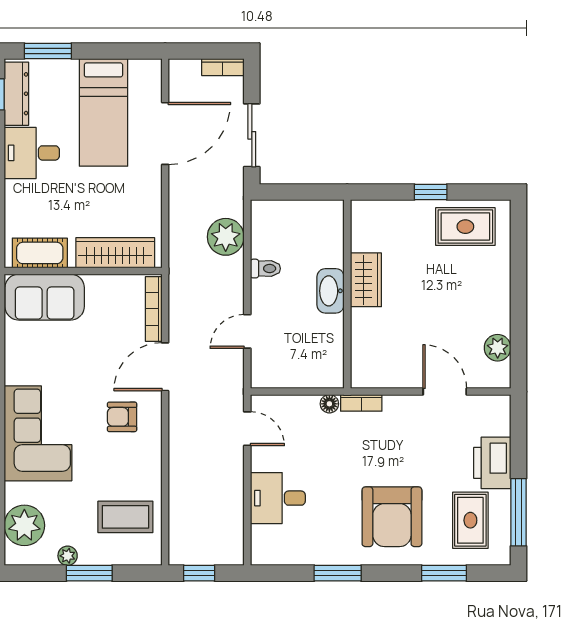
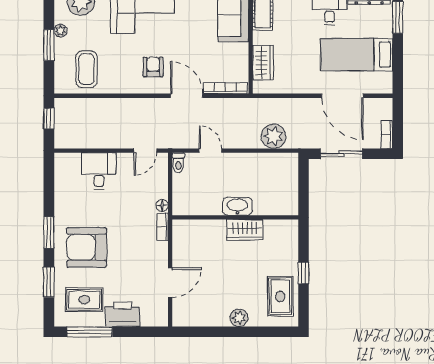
wardrobe: (115, 253) -> (263, 62), width x0.67
toilet: (265, 269) -> (178, 163), moved
plant: (498, 348) -> (239, 318), moved
window: (338, 573) -> (49, 233), moved

